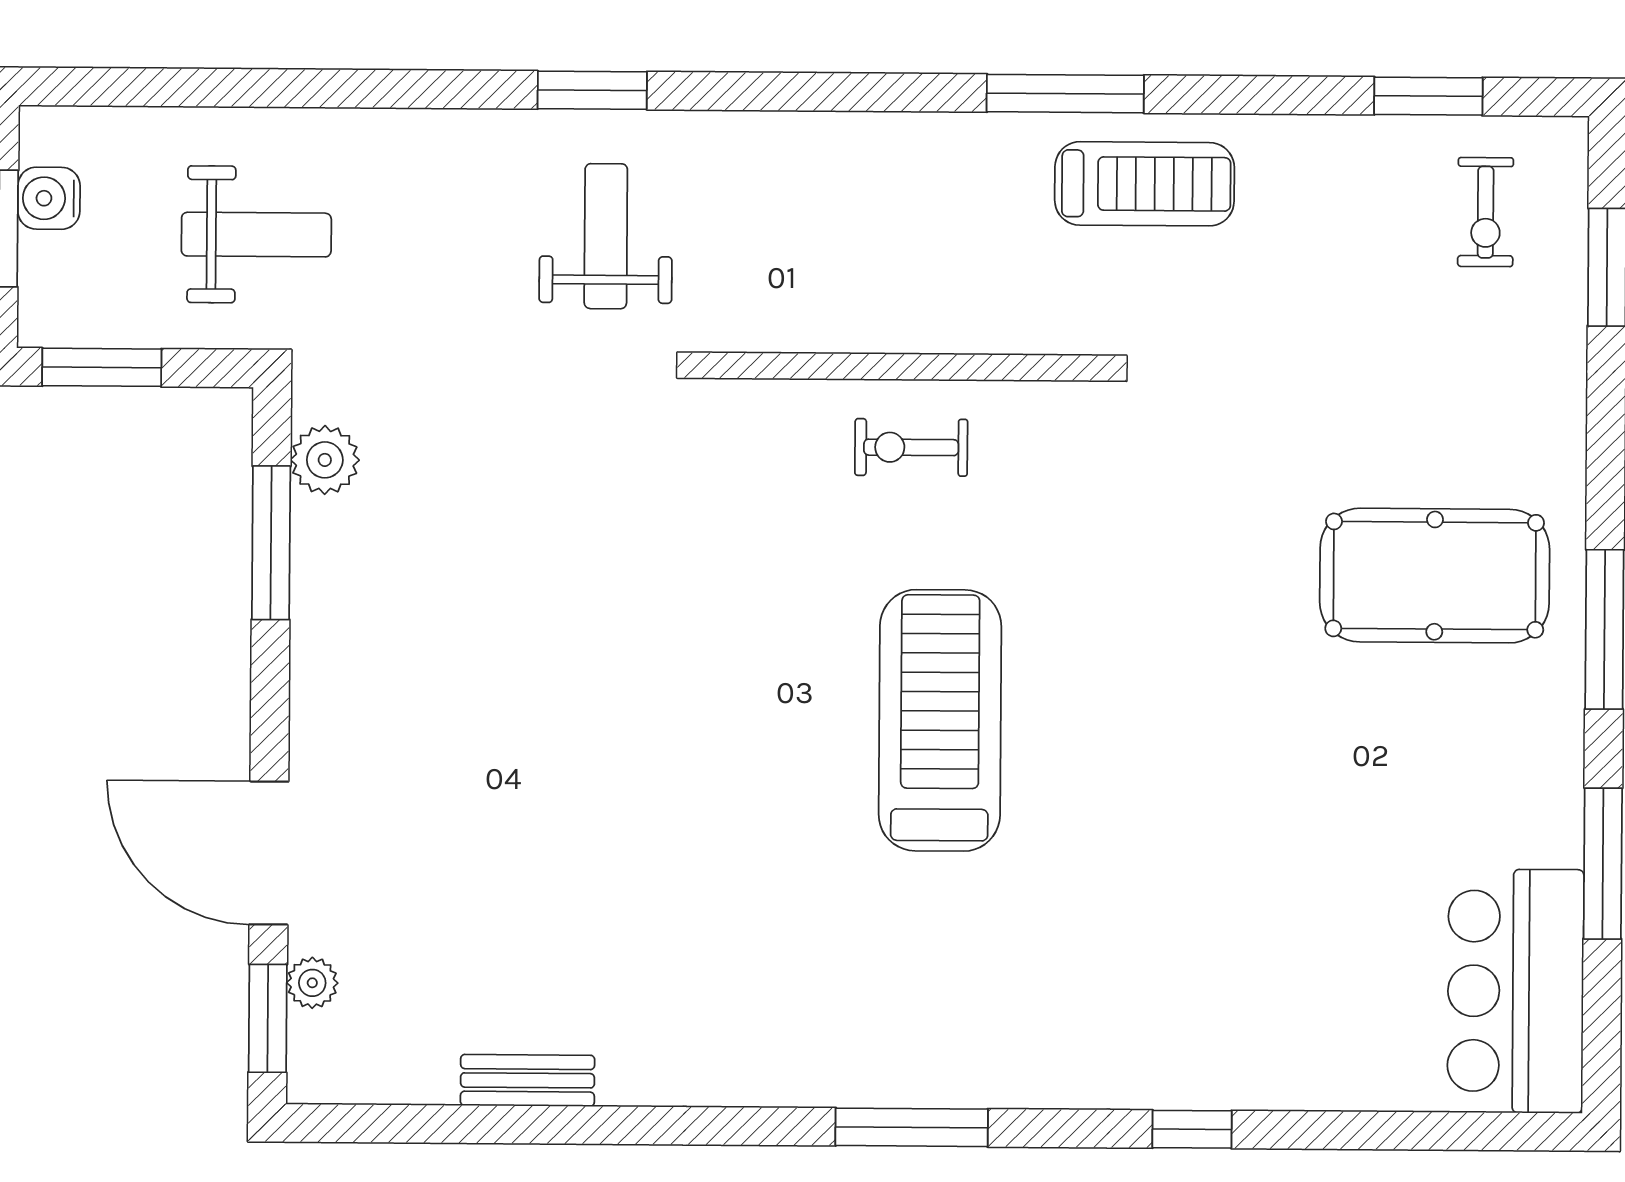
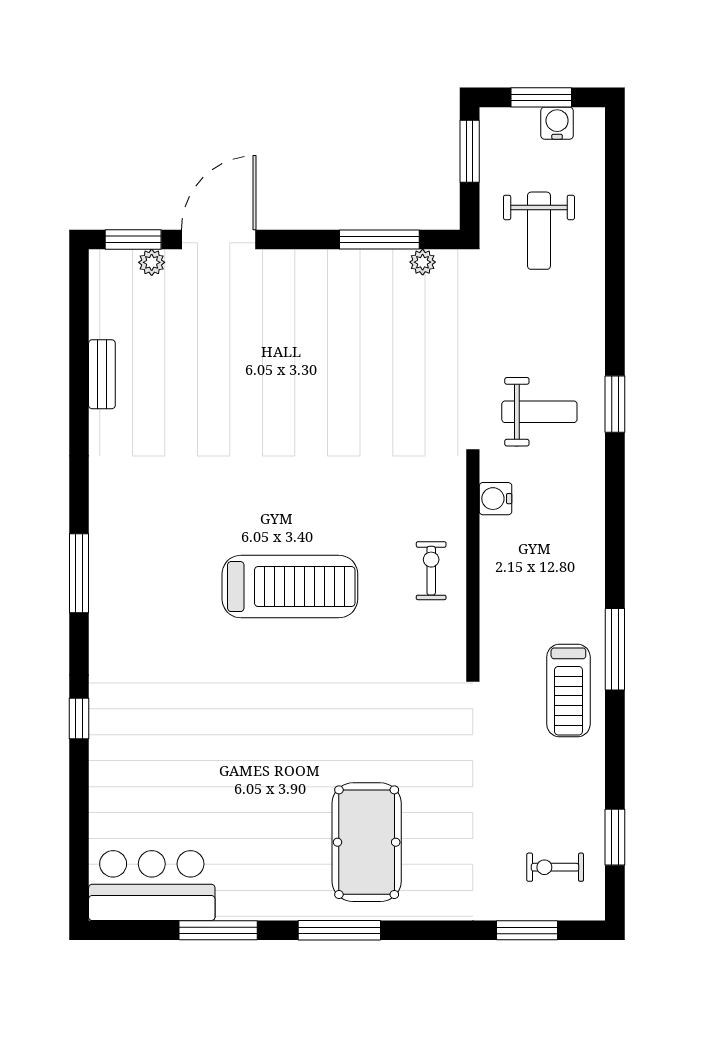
water cooler: (773, 322) -> (496, 499), added
plant: (325, 460) -> (423, 262), width x0.73, depth x0.73

